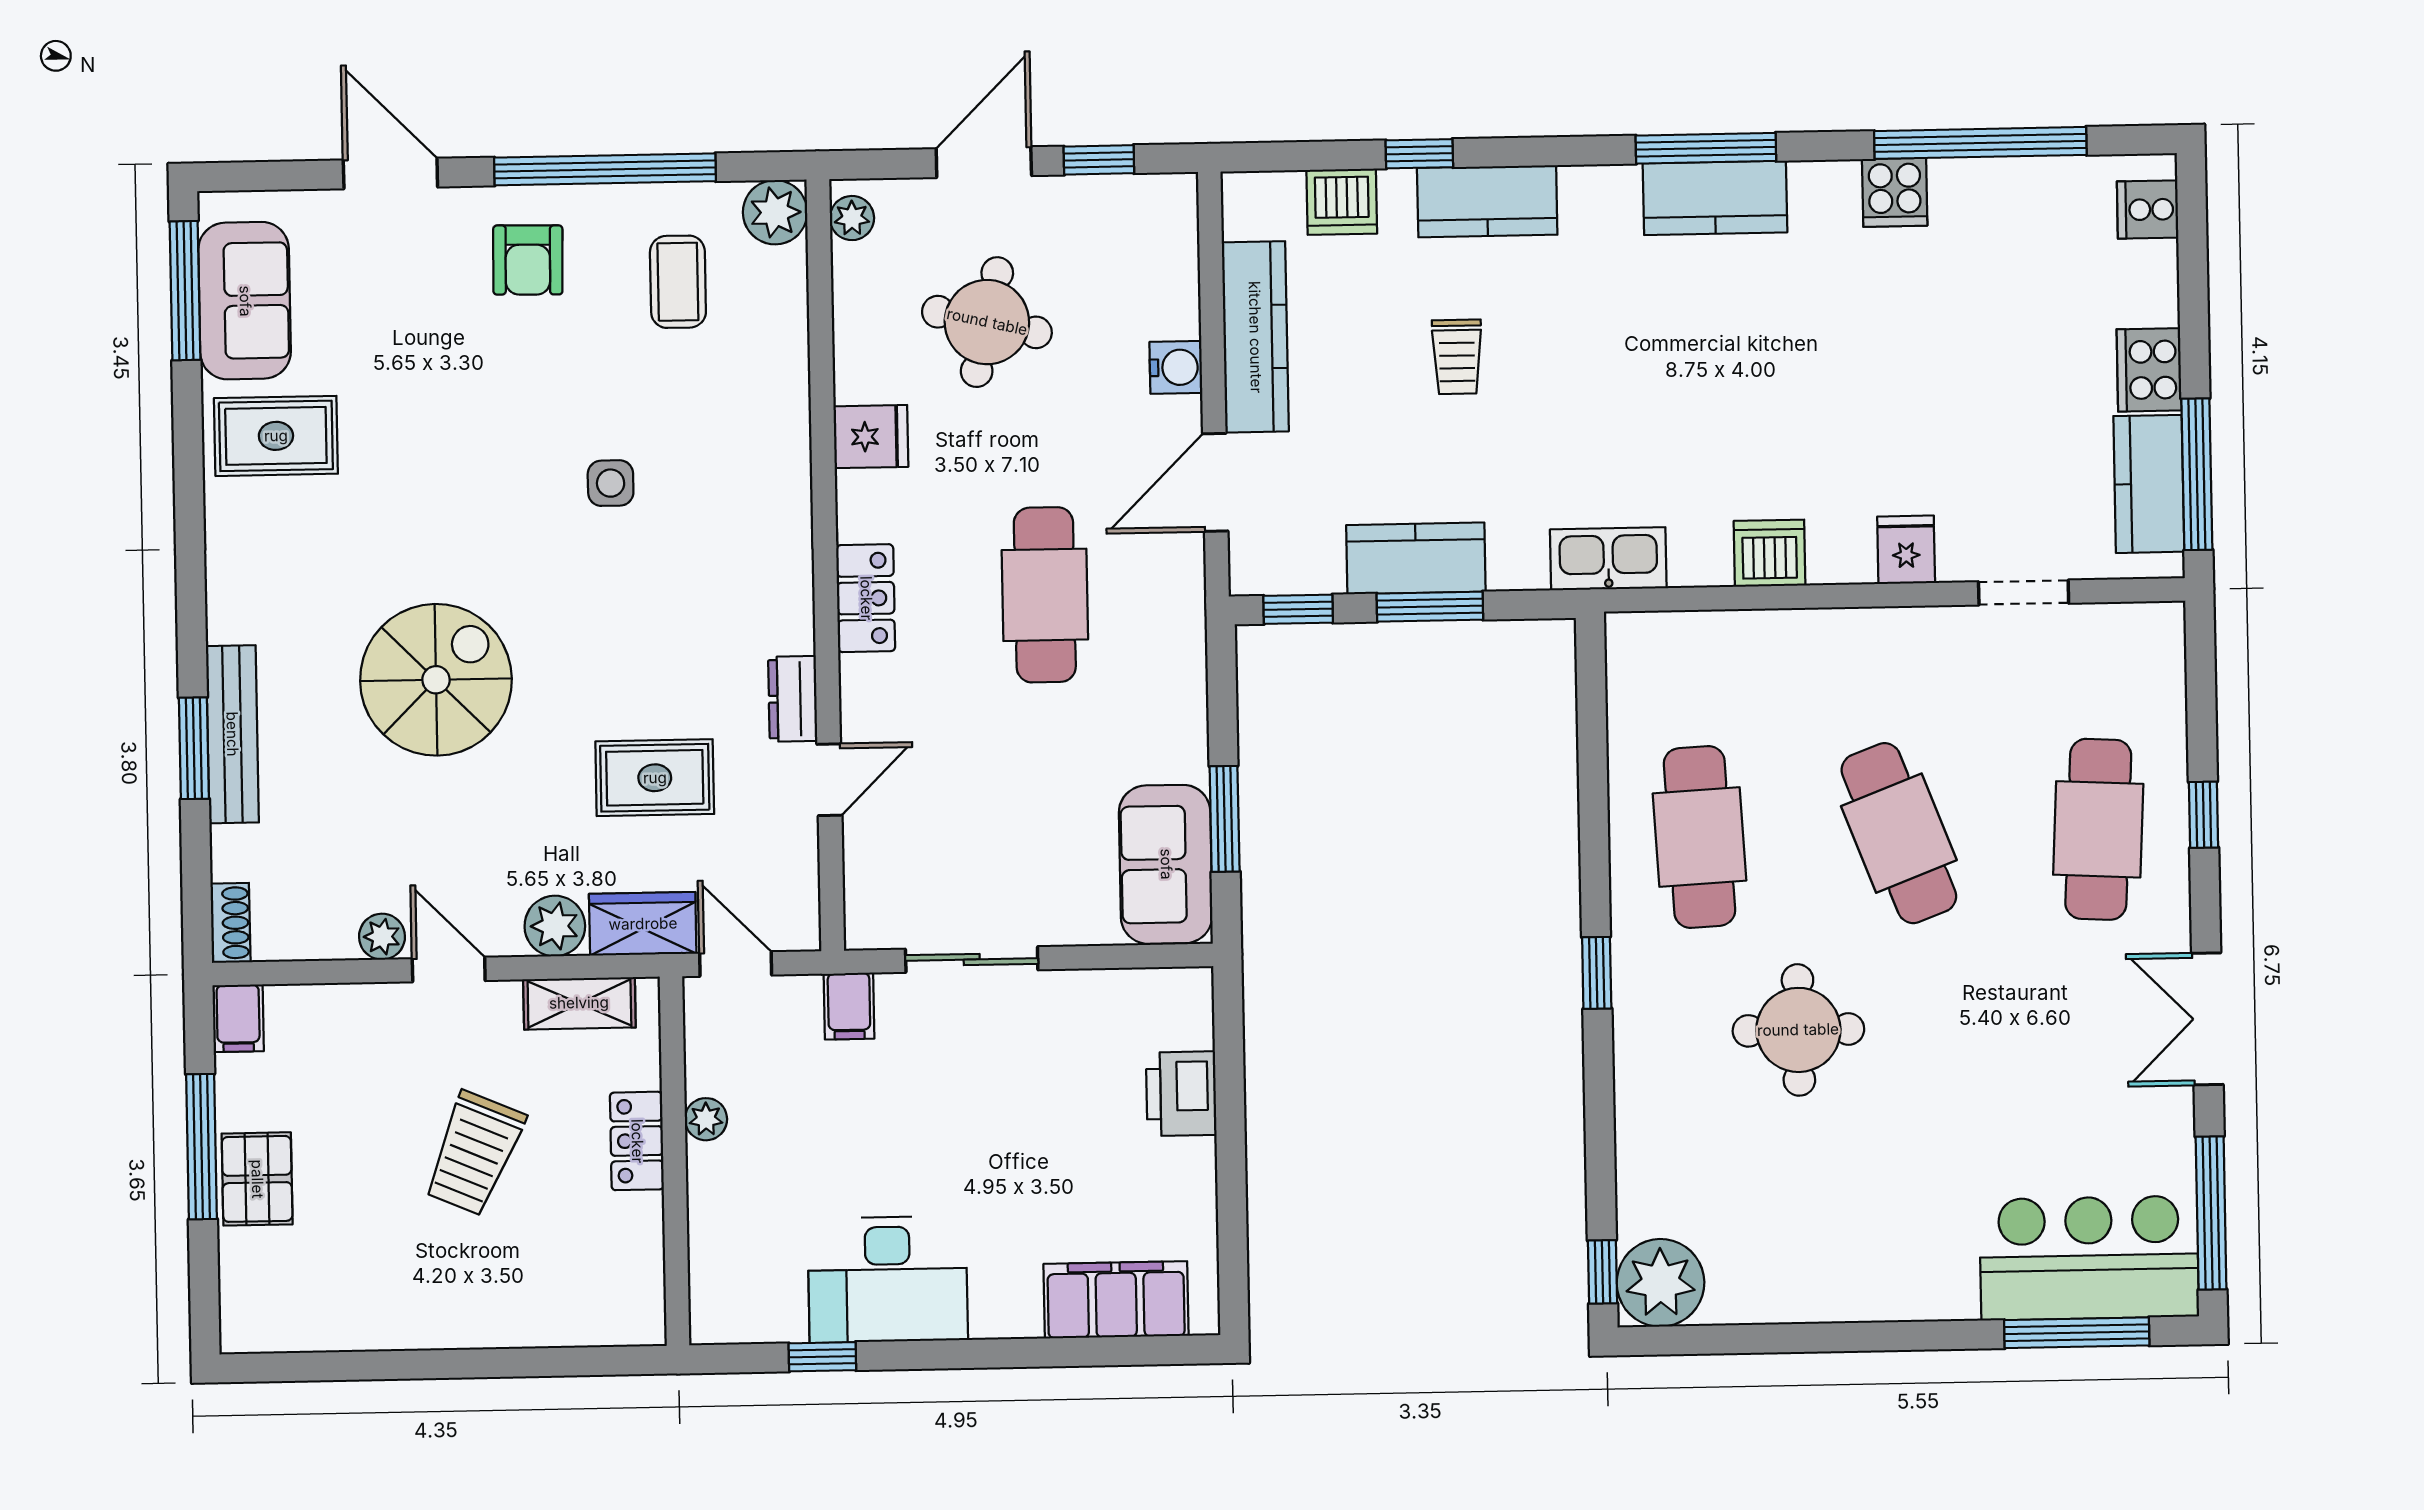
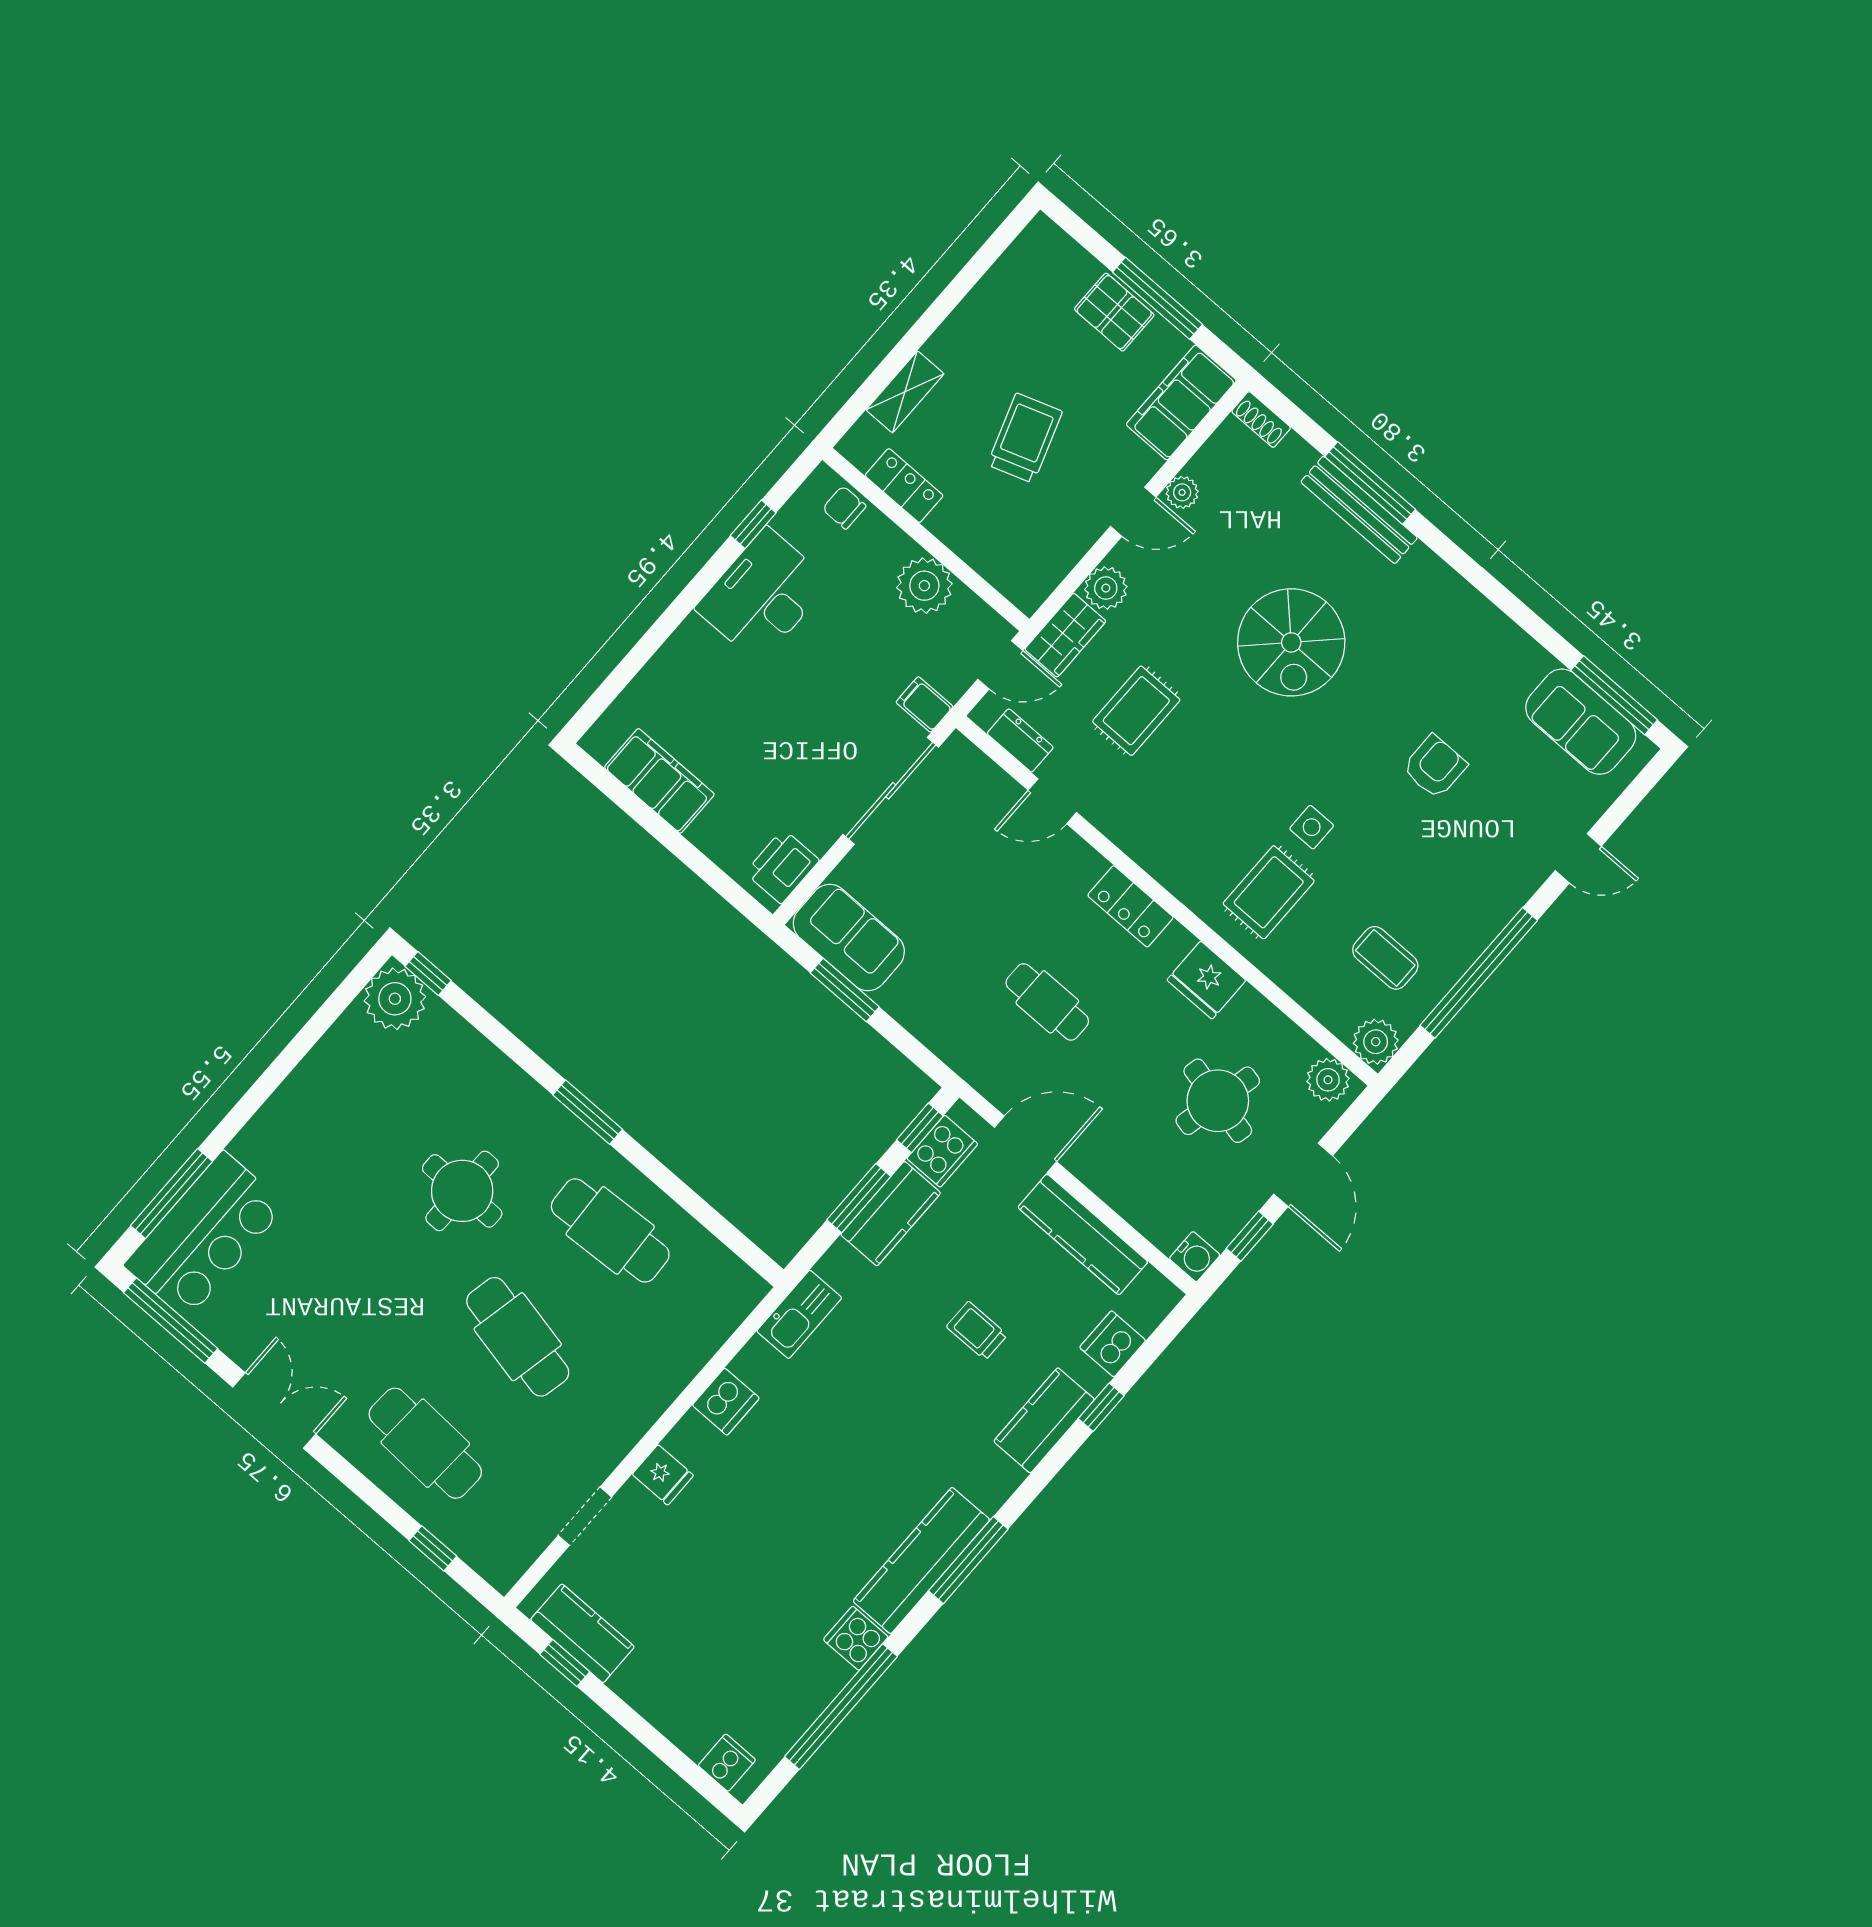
door: (390, 173) -> (1578, 858), width x0.73
kitchen counter: (1715, 198) -> (921, 1560), width x1.50
plant: (852, 218) -> (1328, 1080), width x1.38, depth x1.38
armchair: (528, 260) -> (1435, 767), moved, turned 89
water cooler: (1176, 367) -> (1195, 1257), moved, turned -90
cooker: (2149, 370) -> (942, 1151), moved, turned 90
rug: (276, 436) -> (1269, 892), moved
fridge: (871, 437) -> (1206, 980), width x1.38
window: (2197, 474) -> (565, 1663), width x0.46
door: (1215, 482) -> (1026, 1145), hinge flipped
cafe table: (1045, 595) -> (1047, 1002), width x0.73, depth x0.74
dresser: (793, 699) -> (1020, 740), moved
window: (194, 748) -> (1370, 483), width x1.44
door: (829, 780) -> (1052, 801), hinge flipped
window: (2203, 815) -> (433, 1548), moved
cafe table: (1899, 833) -> (518, 1337), turned 33
sliding door: (972, 959) -> (891, 791), width x1.37
window: (1597, 973) -> (588, 1112), width x1.50
shelving: (579, 1003) -> (905, 392), moved
filing cabinet: (238, 1018) -> (1181, 402), width x3.00, depth x1.17
printer: (1181, 1094) -> (782, 866), moved, turned -90
plant: (706, 1119) -> (924, 586), width x1.88, depth x1.88
locker: (637, 1141) -> (904, 486), moved
trolley: (474, 1153) -> (1025, 438), turned 48
chair: (718, 1277) -> (844, 507), added
filing cabinet: (1116, 1300) -> (659, 781), moved, turned -90

